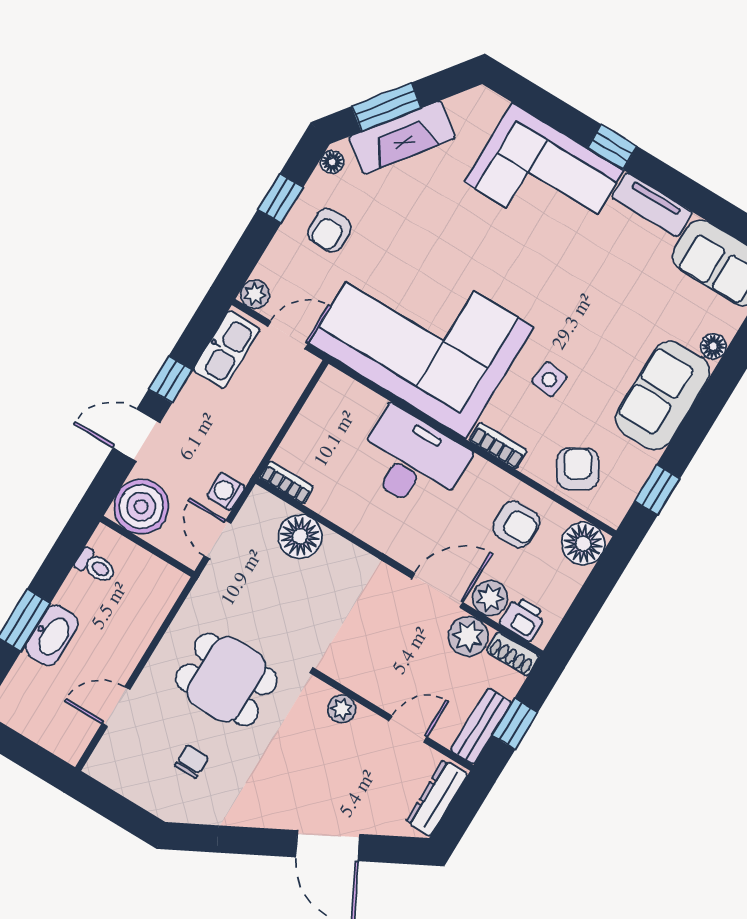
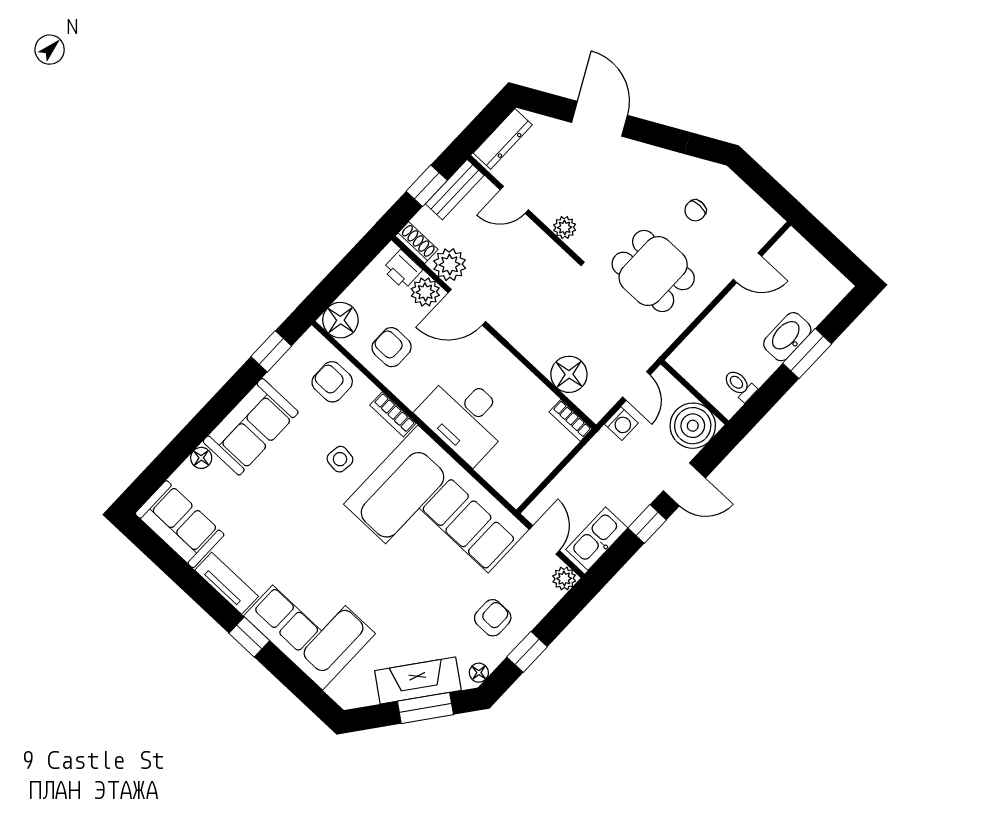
door: (288, 335) -> (544, 540), swing flipped
armchair: (578, 469) -> (332, 382), turned 120

